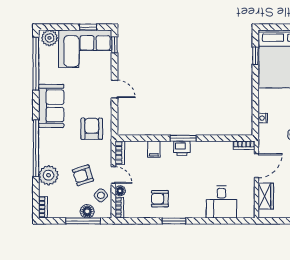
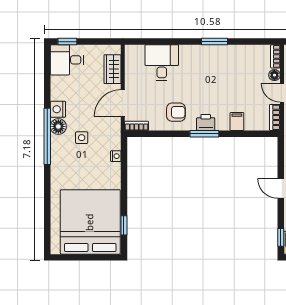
armchair: (160, 199) -> (176, 112), moved

